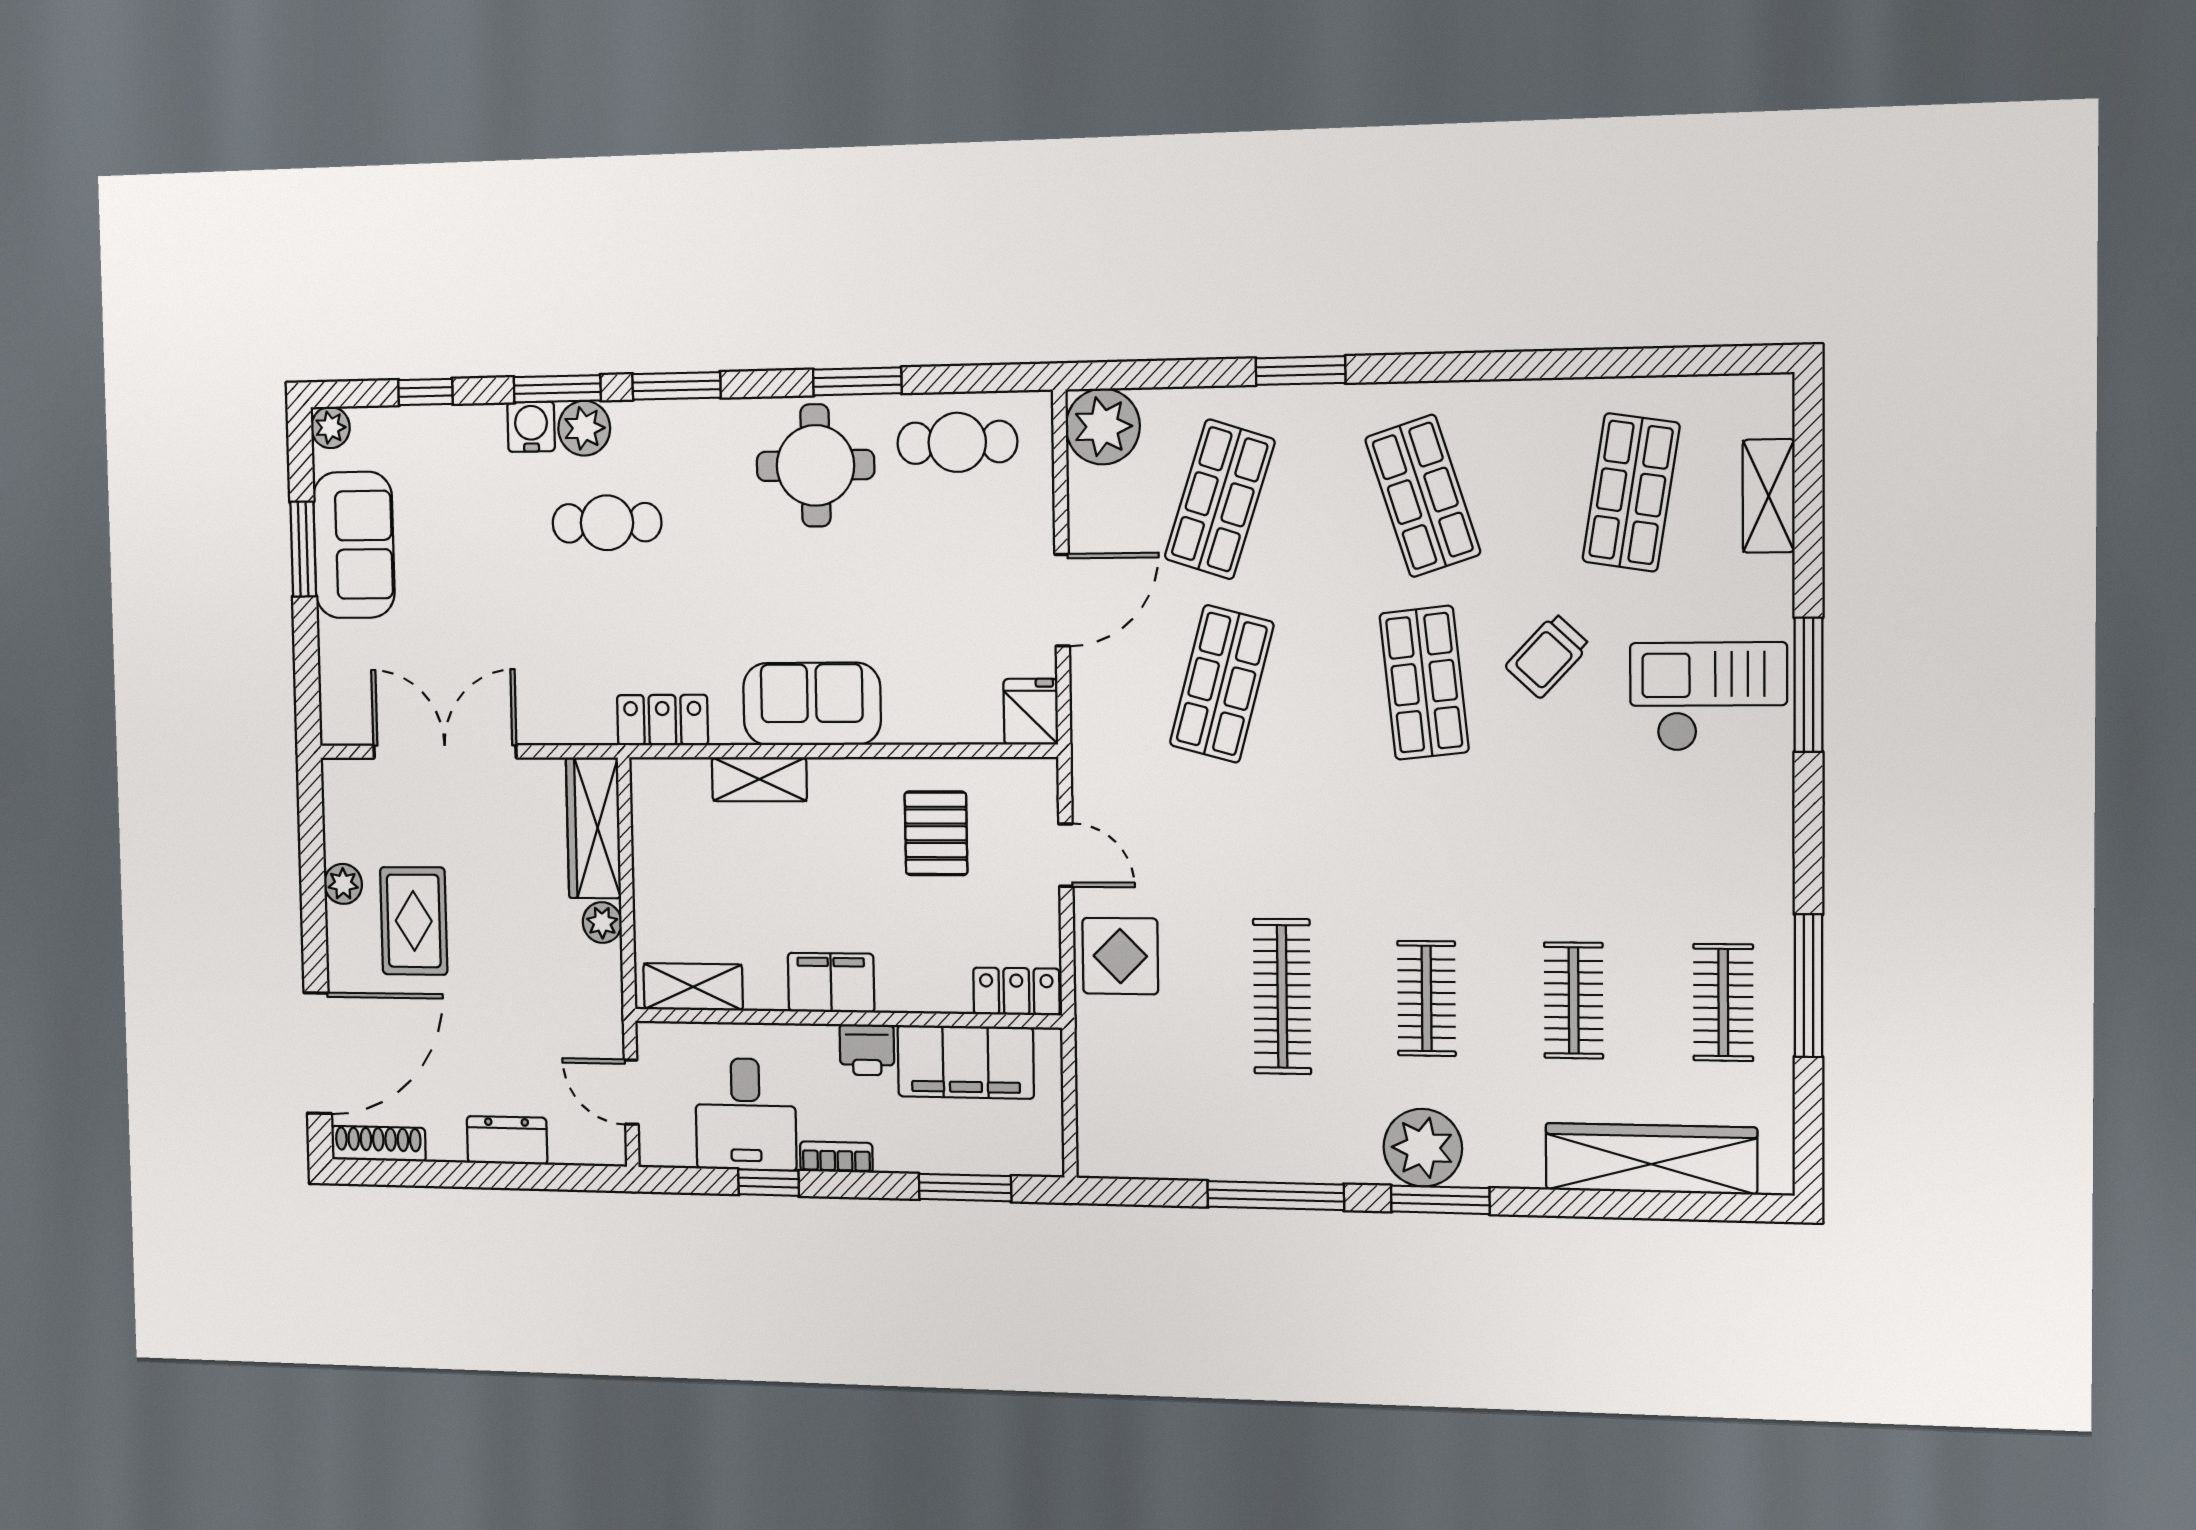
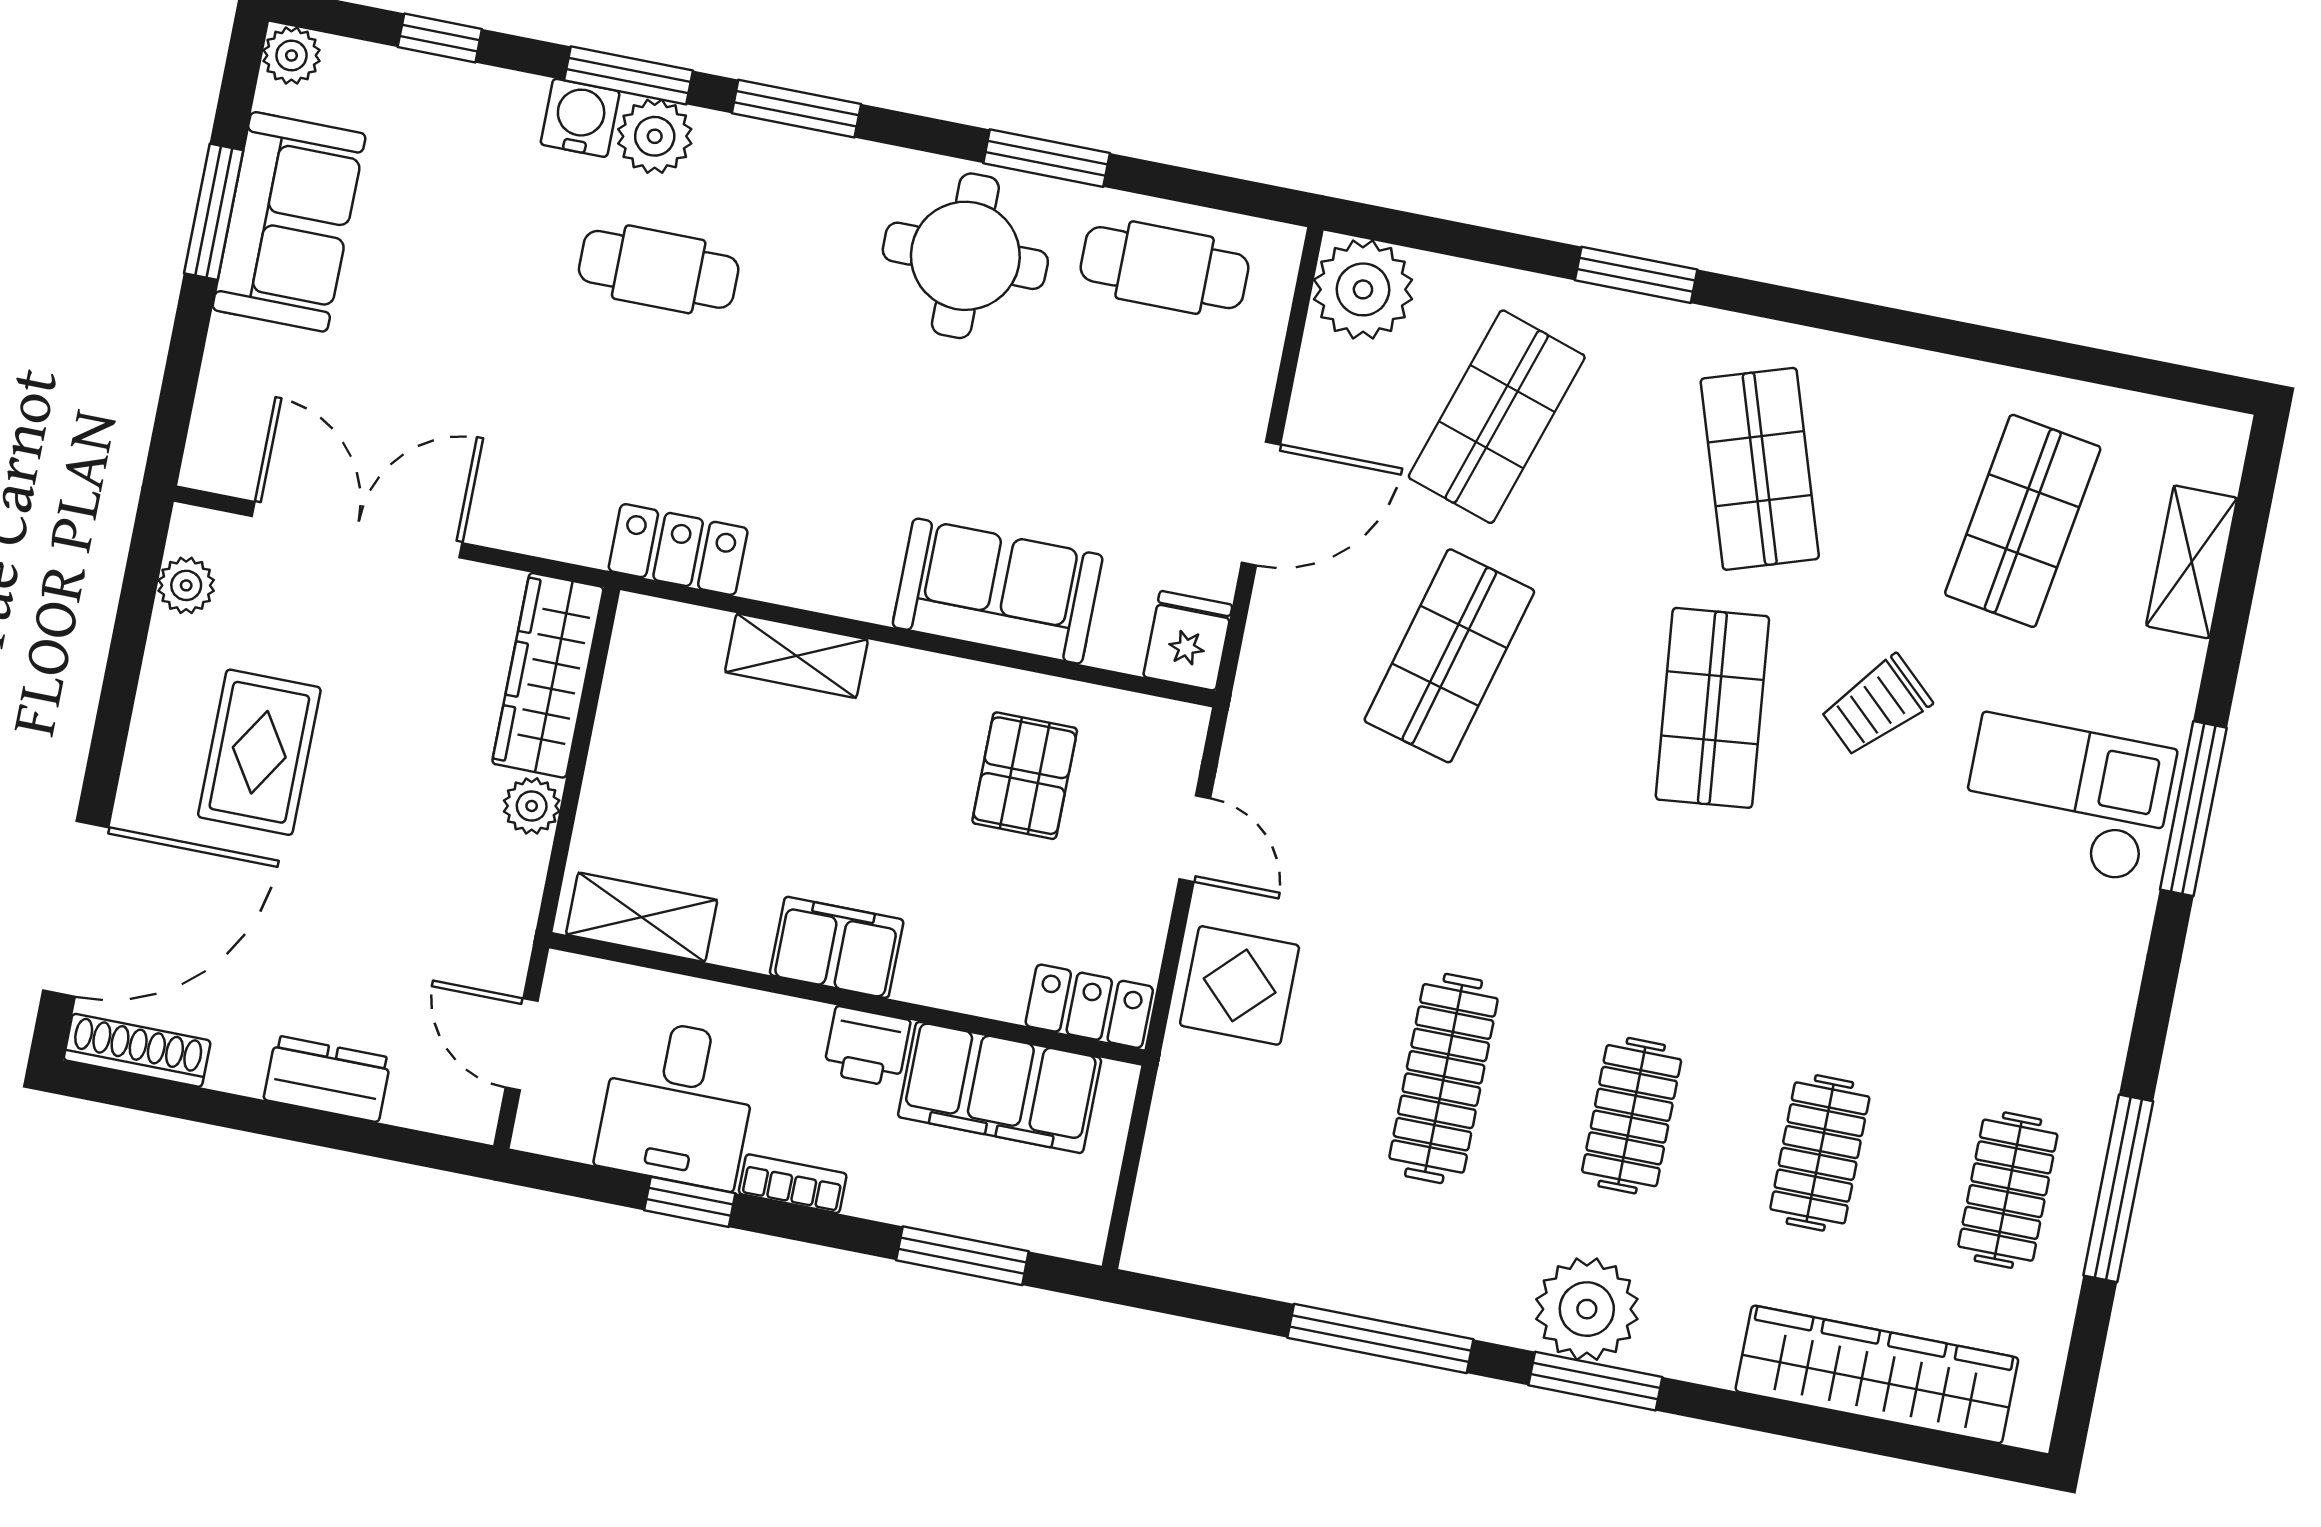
sofa: (812, 704) -> (998, 591), moved
plant: (343, 884) -> (186, 585), moved

